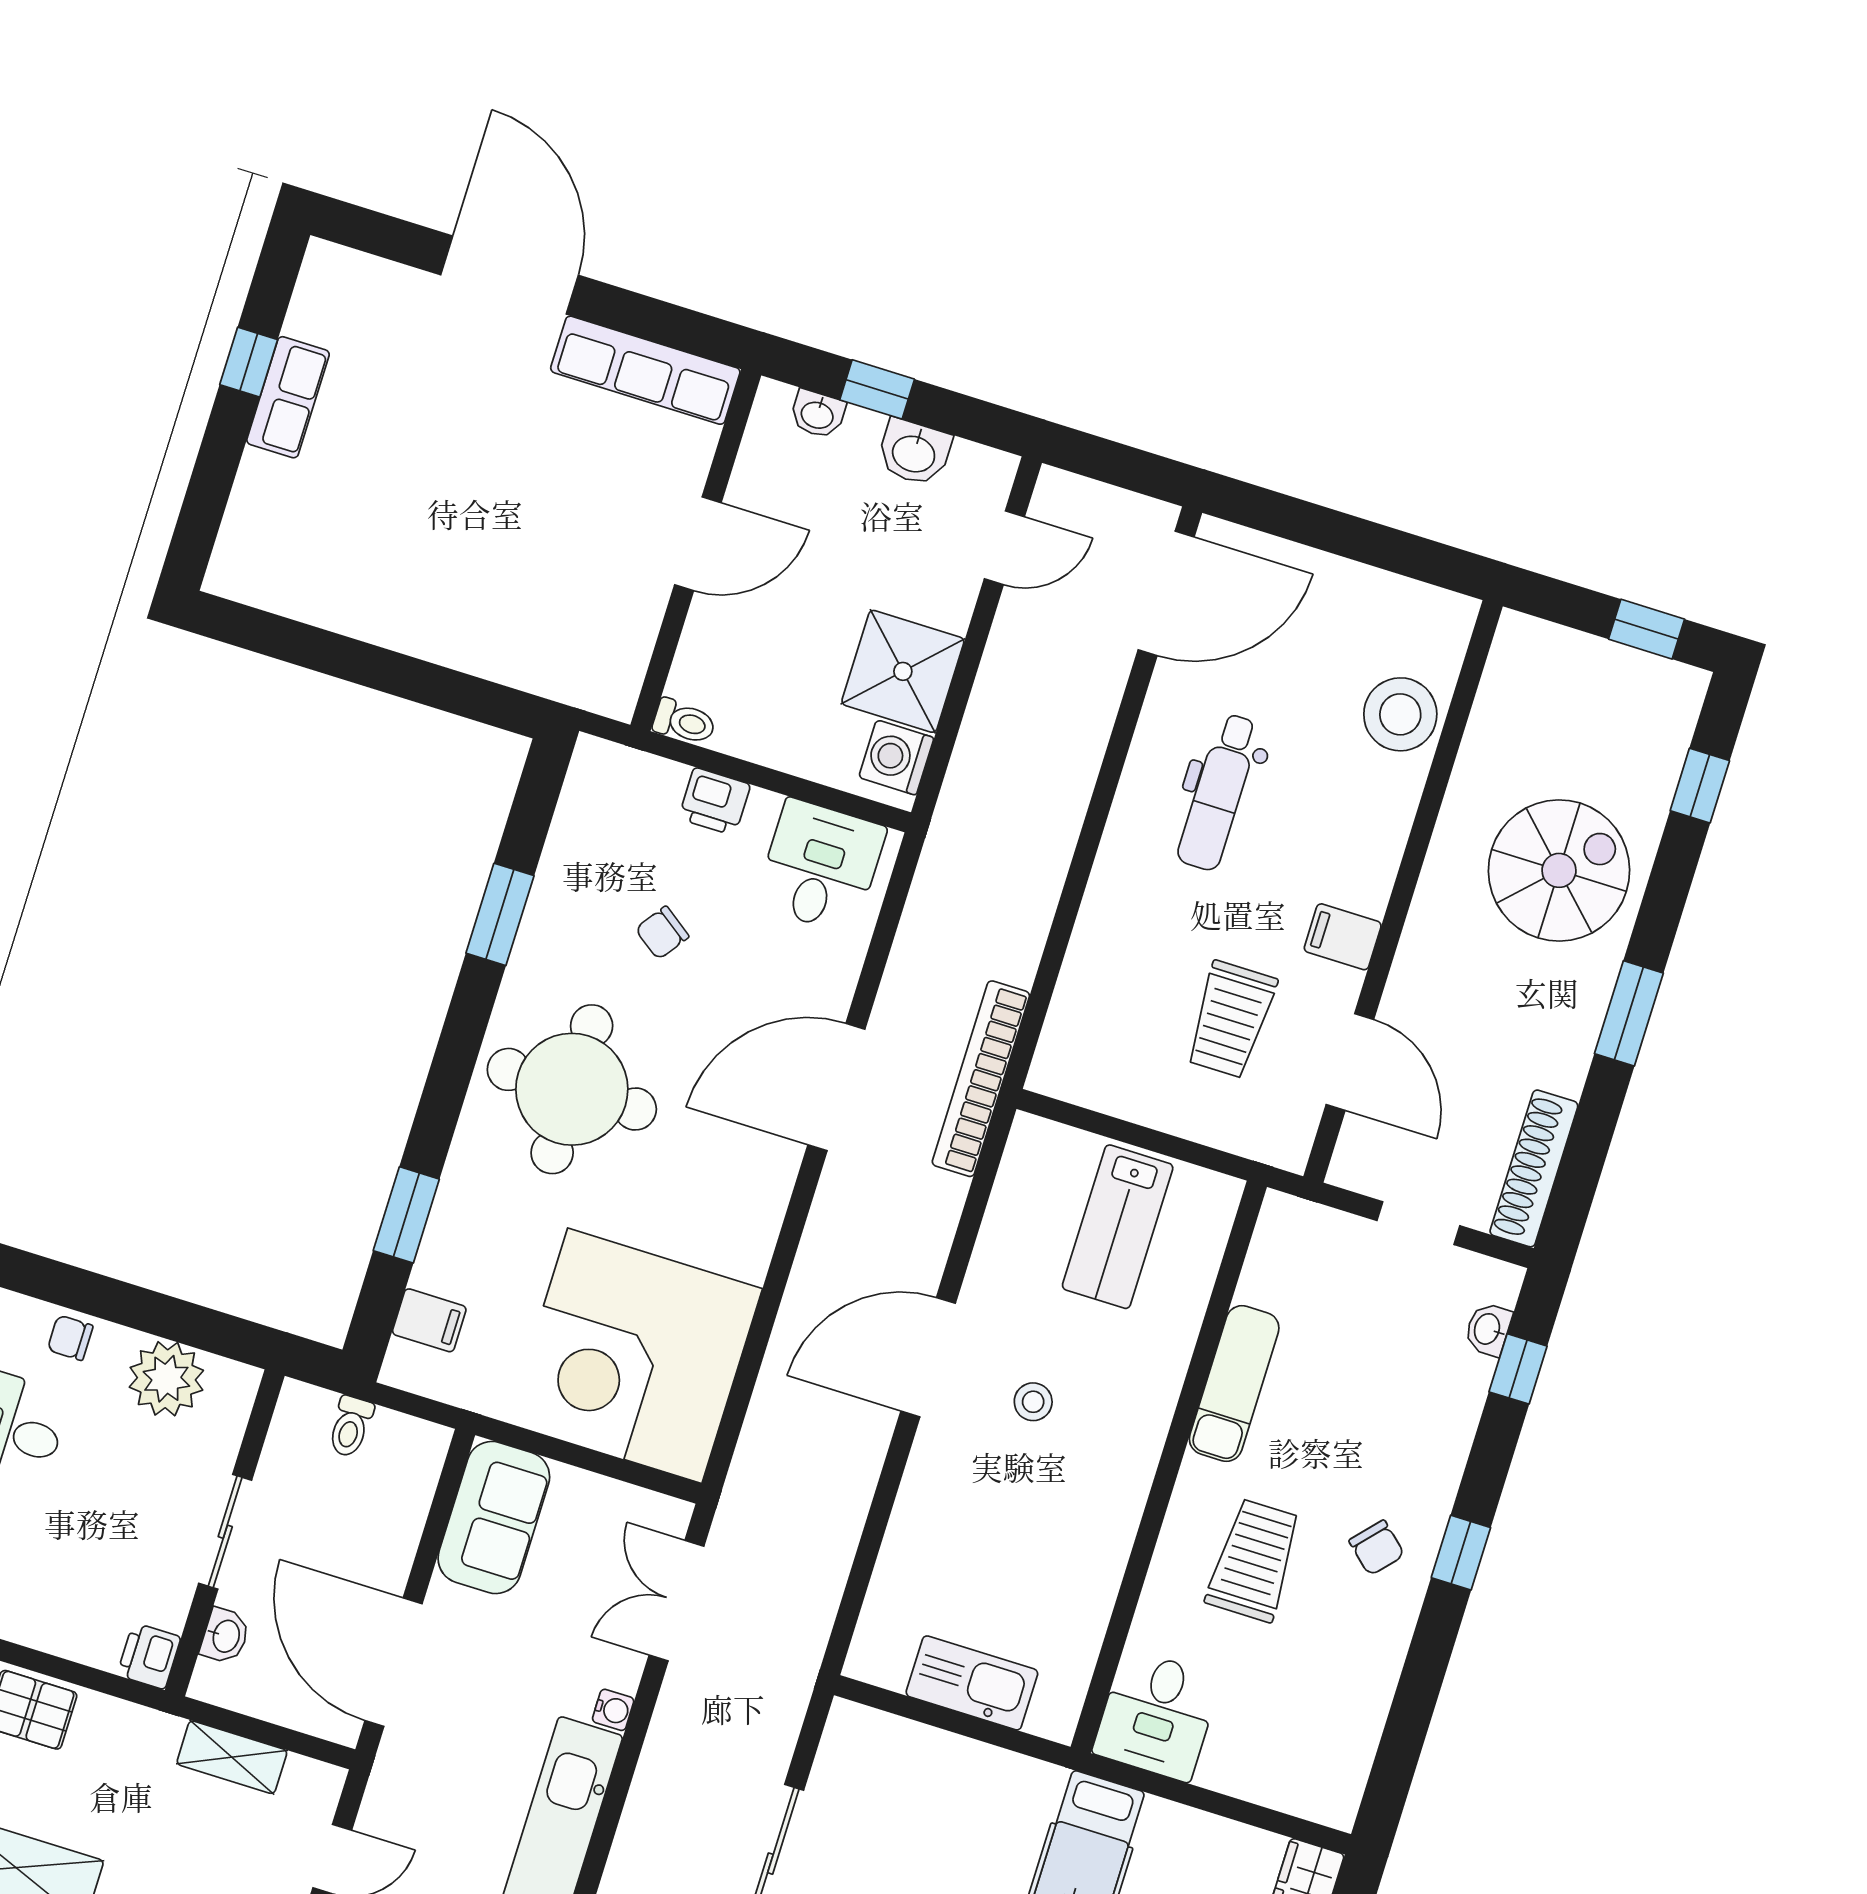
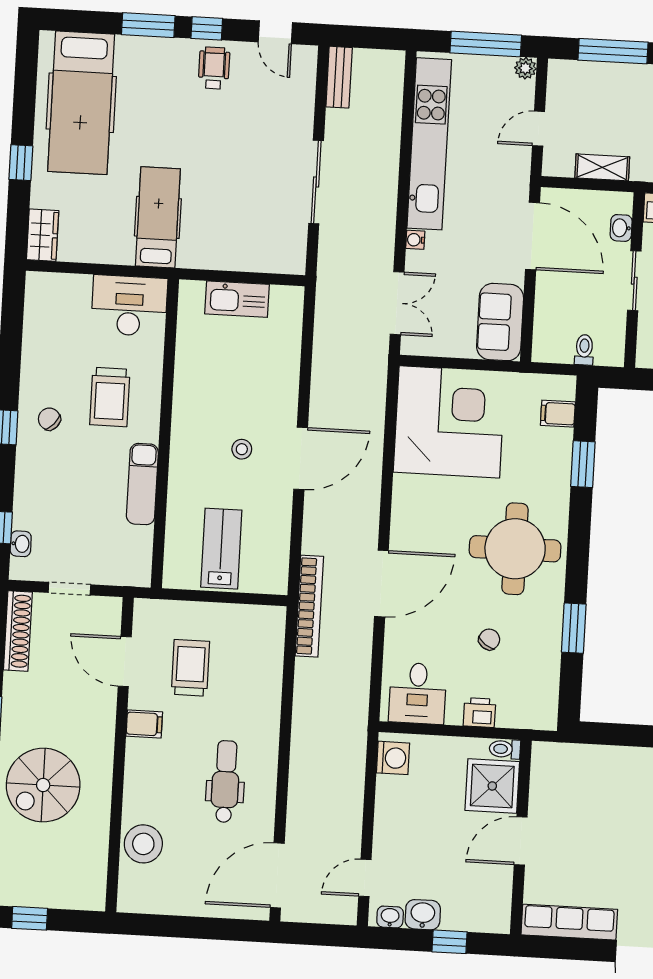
washbasin: (818, 414) -> (390, 917), moved
shower: (903, 671) -> (492, 786), moved
desk: (1157, 1715) -> (129, 306), width x1.37

